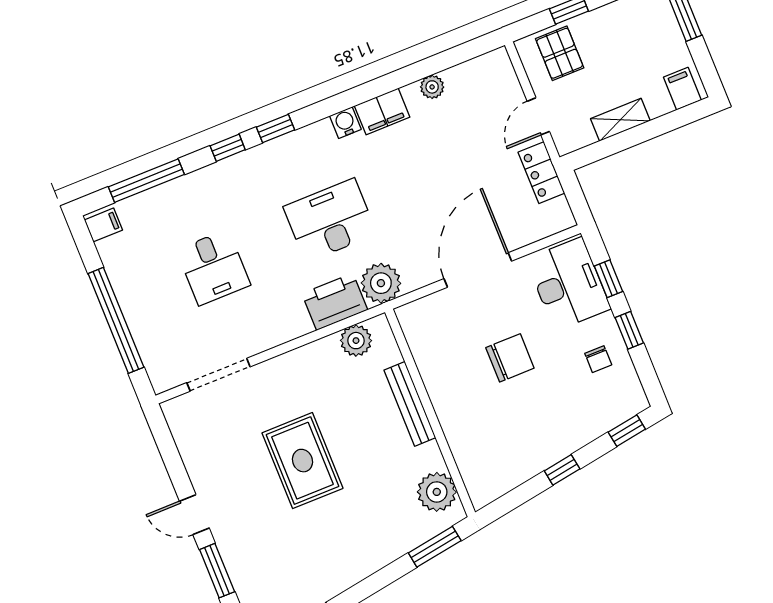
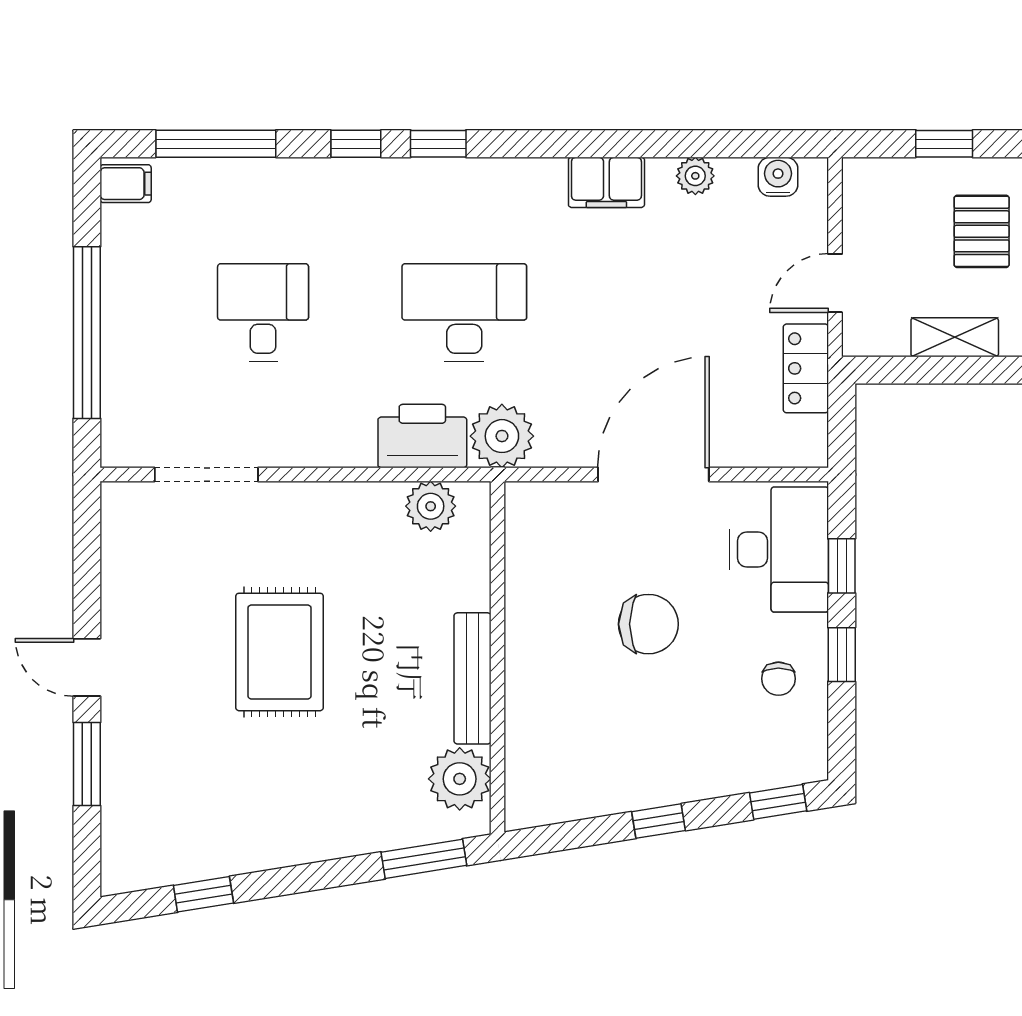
pallet: (560, 53) -> (982, 231), moved
water cooler: (345, 123) -> (778, 177), moved
desk: (213, 267) -> (263, 312), turned 180
bench: (410, 404) -> (473, 678), moved

